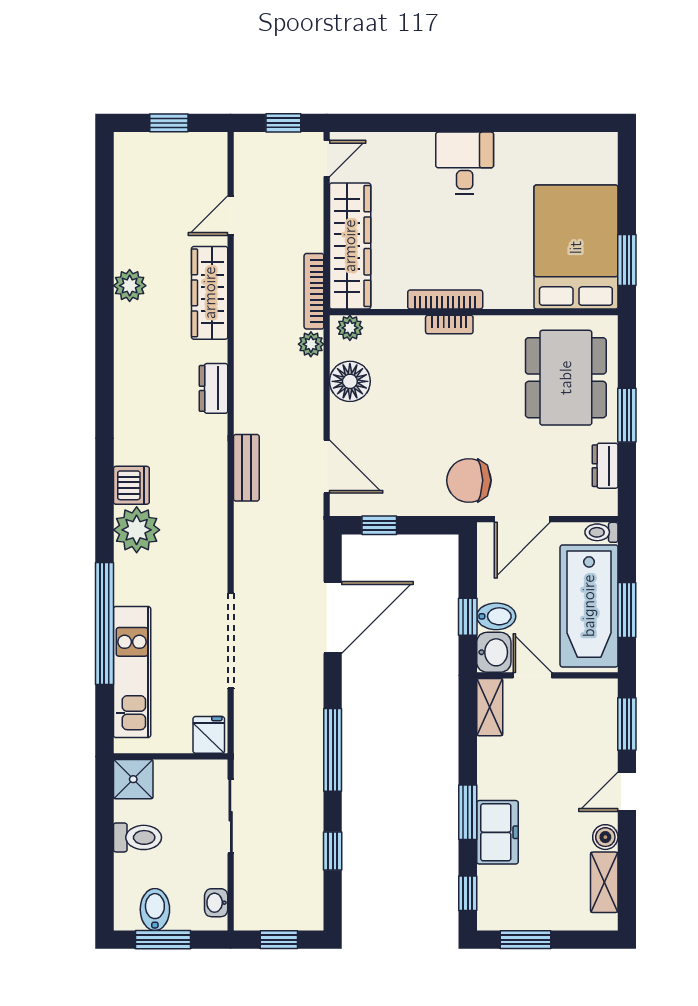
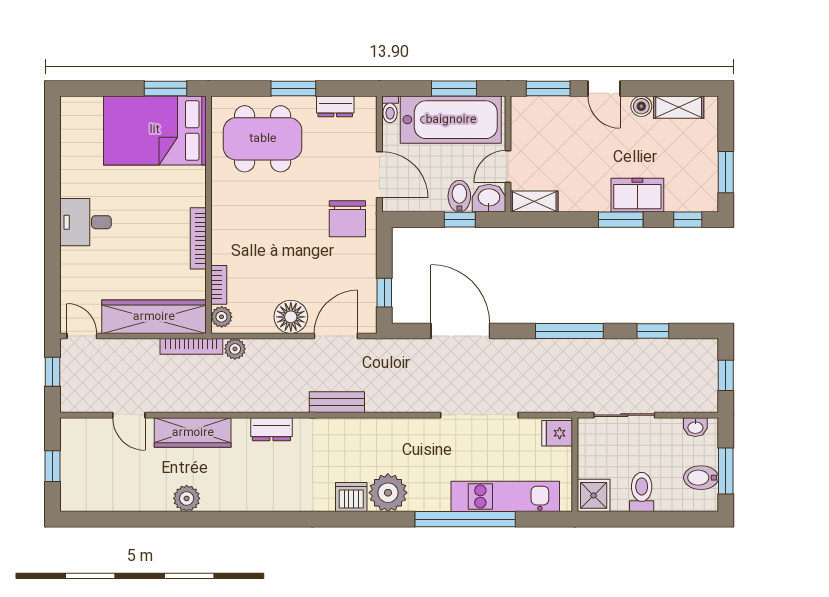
bookcase: (449, 325) -> (219, 285), moved
floor lamp: (350, 381) -> (291, 317), moved

